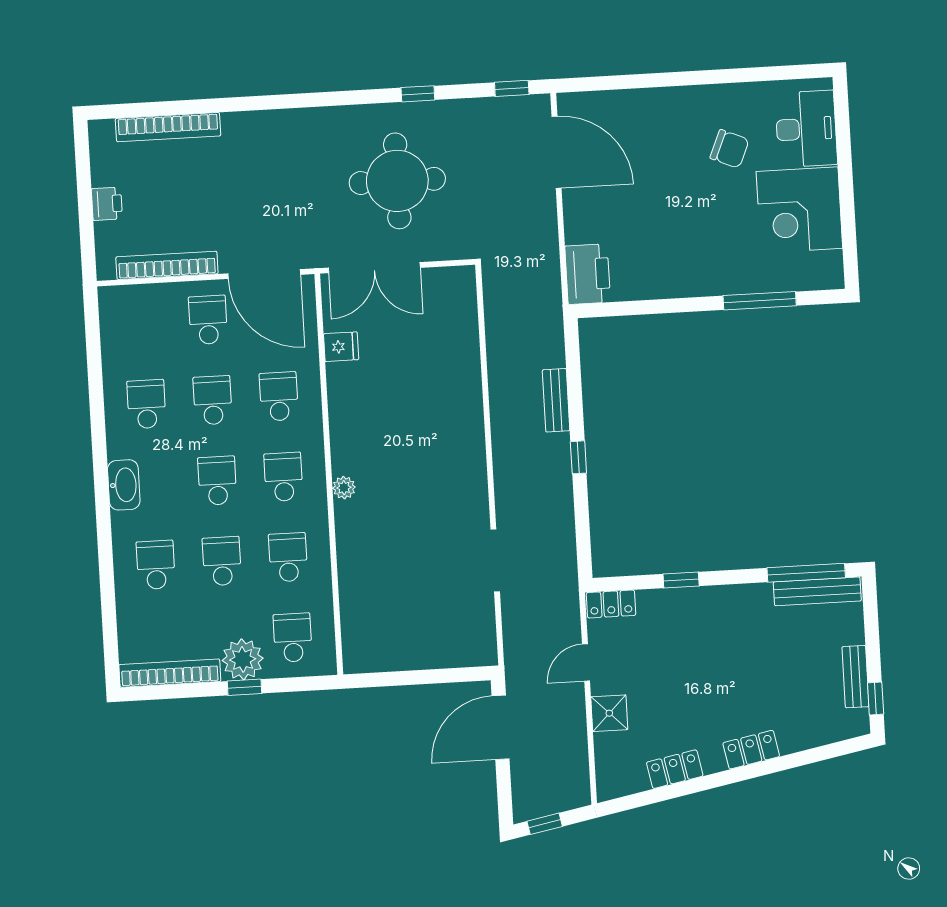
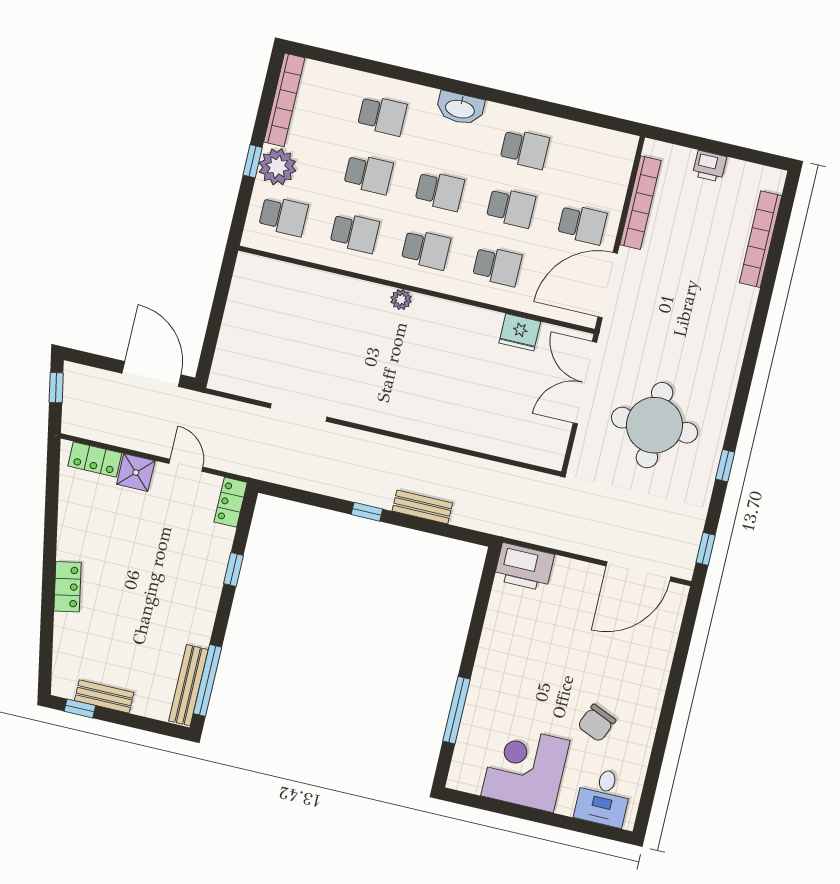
desk: (806, 129) -> (603, 797), width x0.73
fridge: (341, 347) -> (520, 332), width x1.38
locker: (675, 769) -> (95, 460), moved, turned 101

